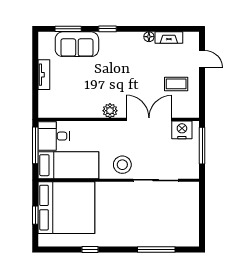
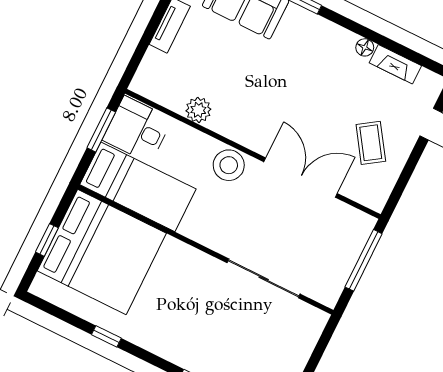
coffee table: (176, 84) -> (371, 143), turned 56
plant: (110, 111) -> (198, 110), moved
nightstand: (182, 130) -> (344, 220), removed
window: (35, 145) -> (101, 130), width x0.69
stool: (122, 165) -> (229, 165), moved

